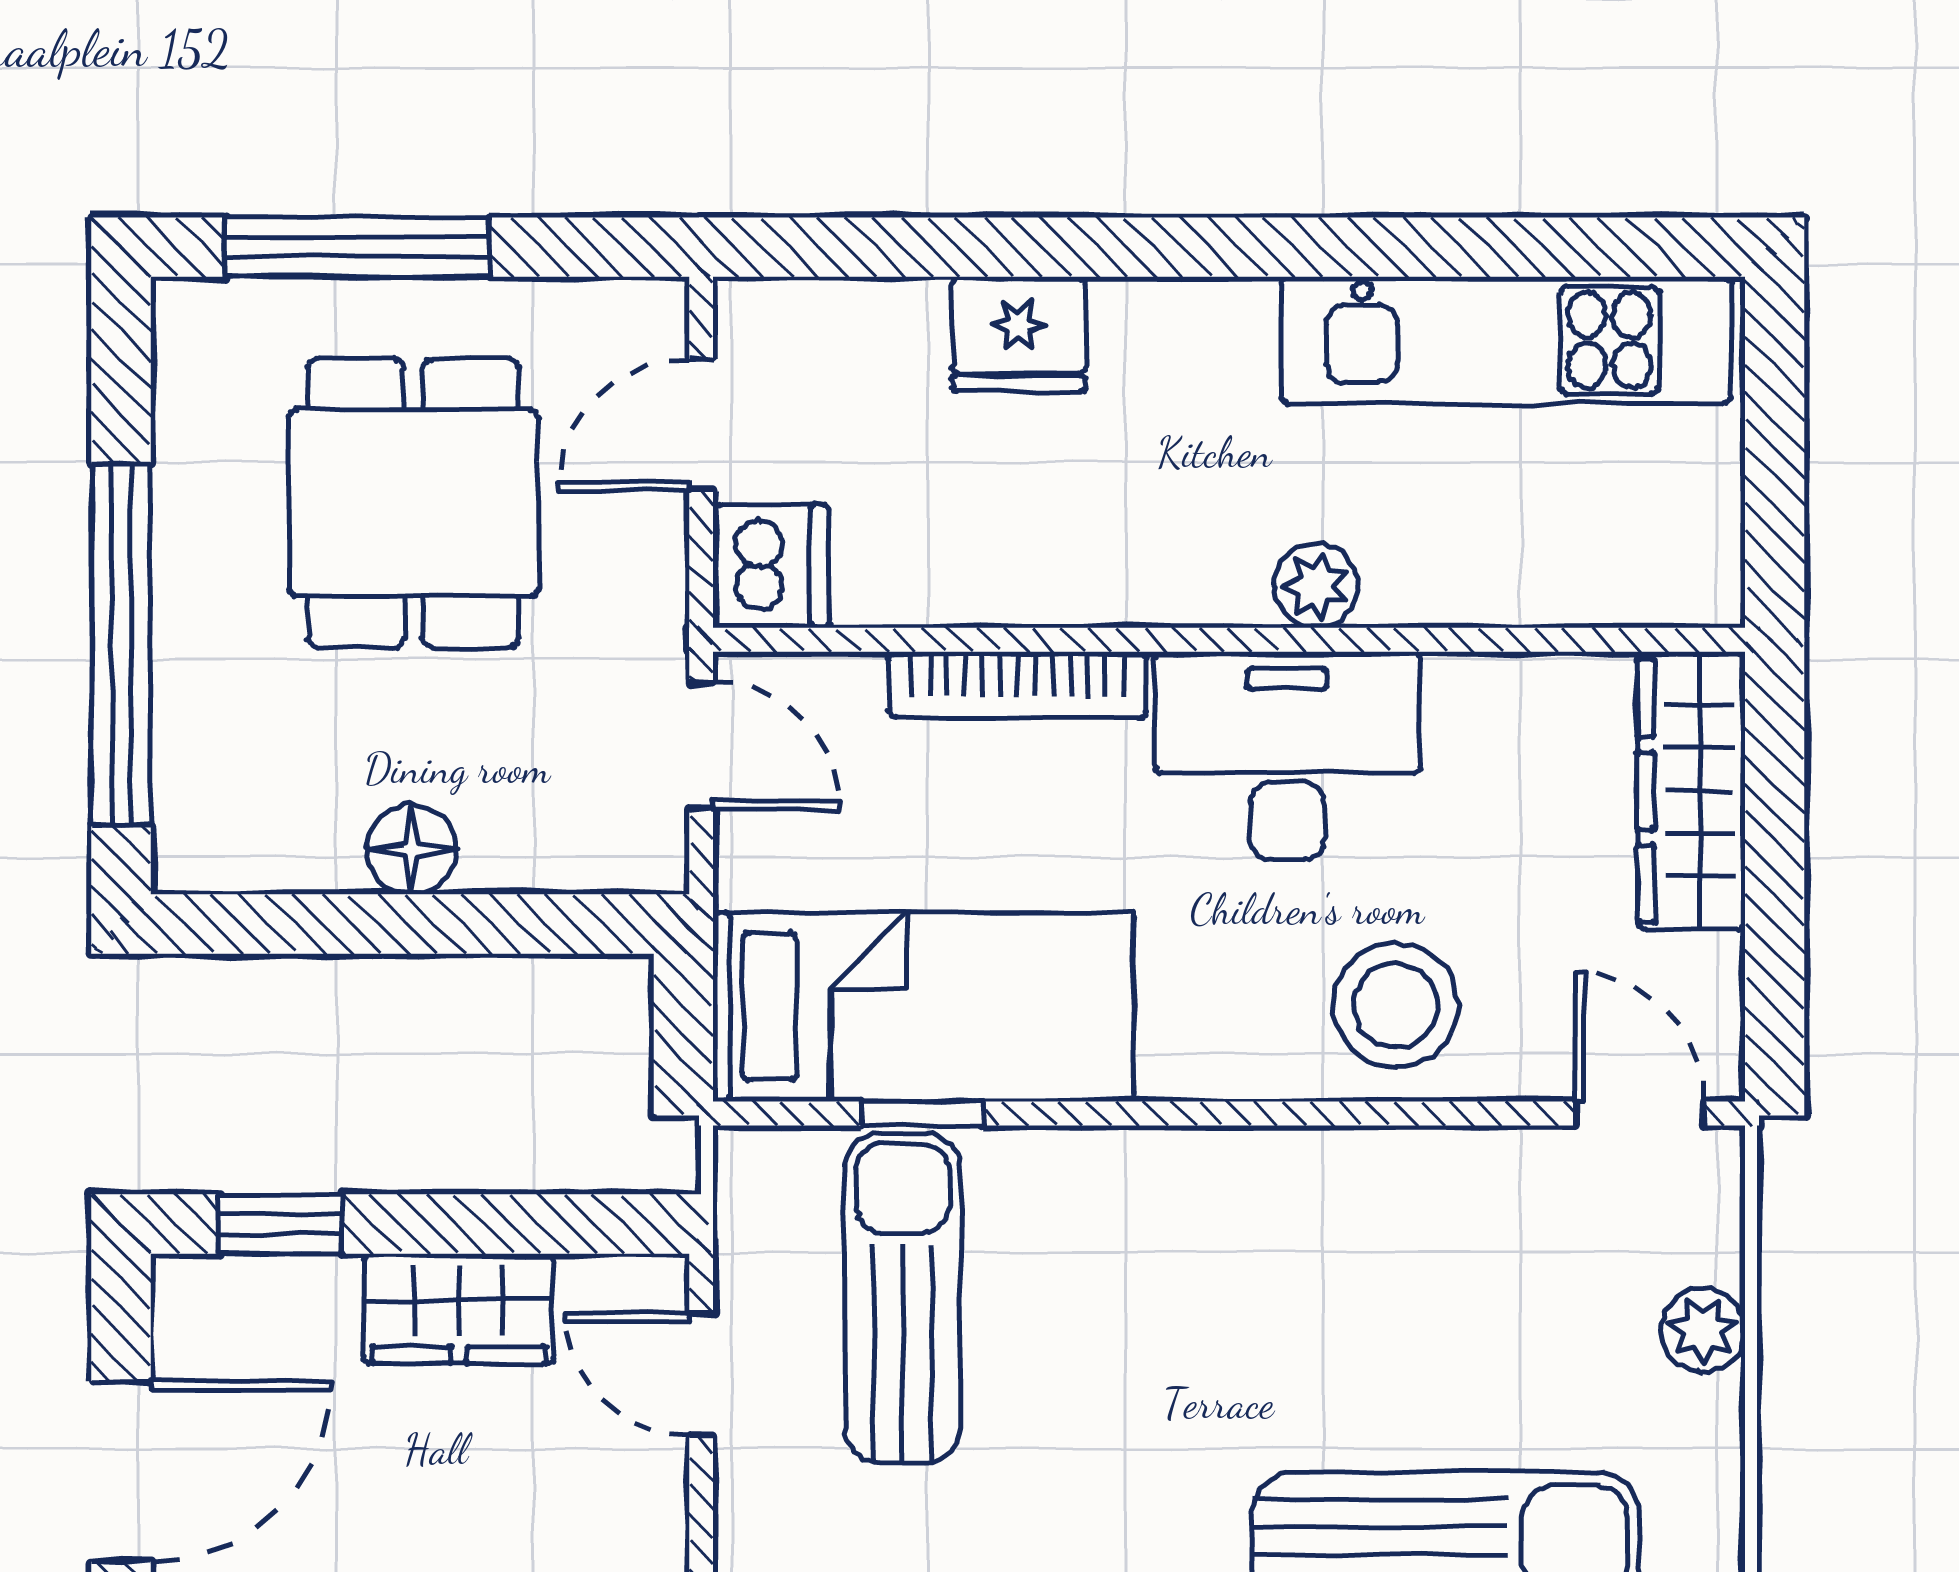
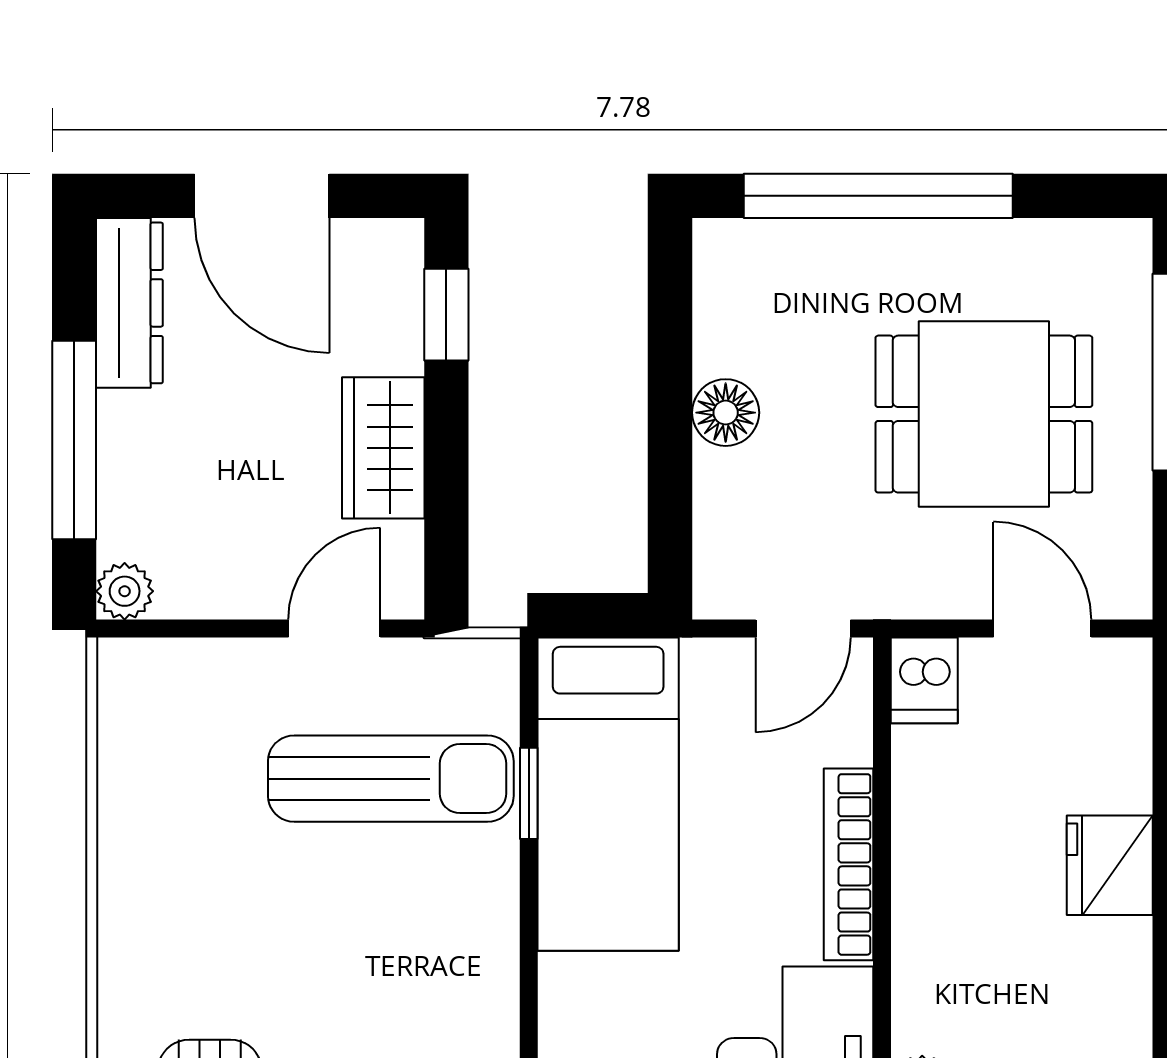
dishwasher: (771, 566) -> (924, 680), width x0.73

